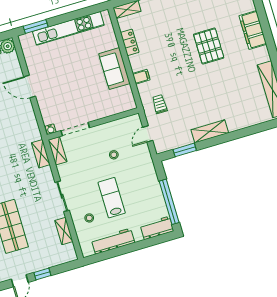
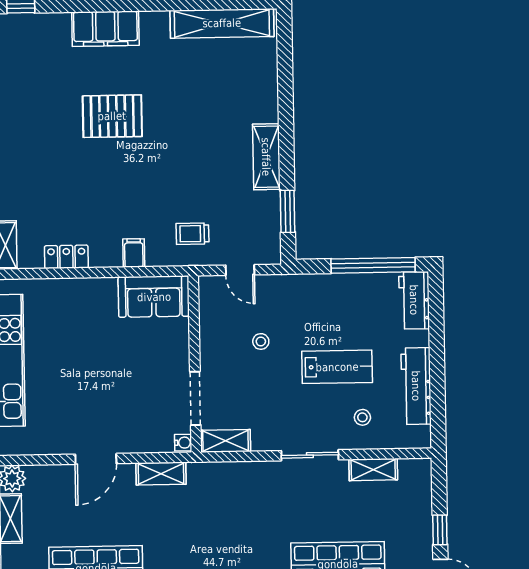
sofa: (114, 69) -> (154, 297), moved
shelving: (41, 154) -> (161, 474), moved
lab bench: (112, 198) -> (337, 367), turned 180

